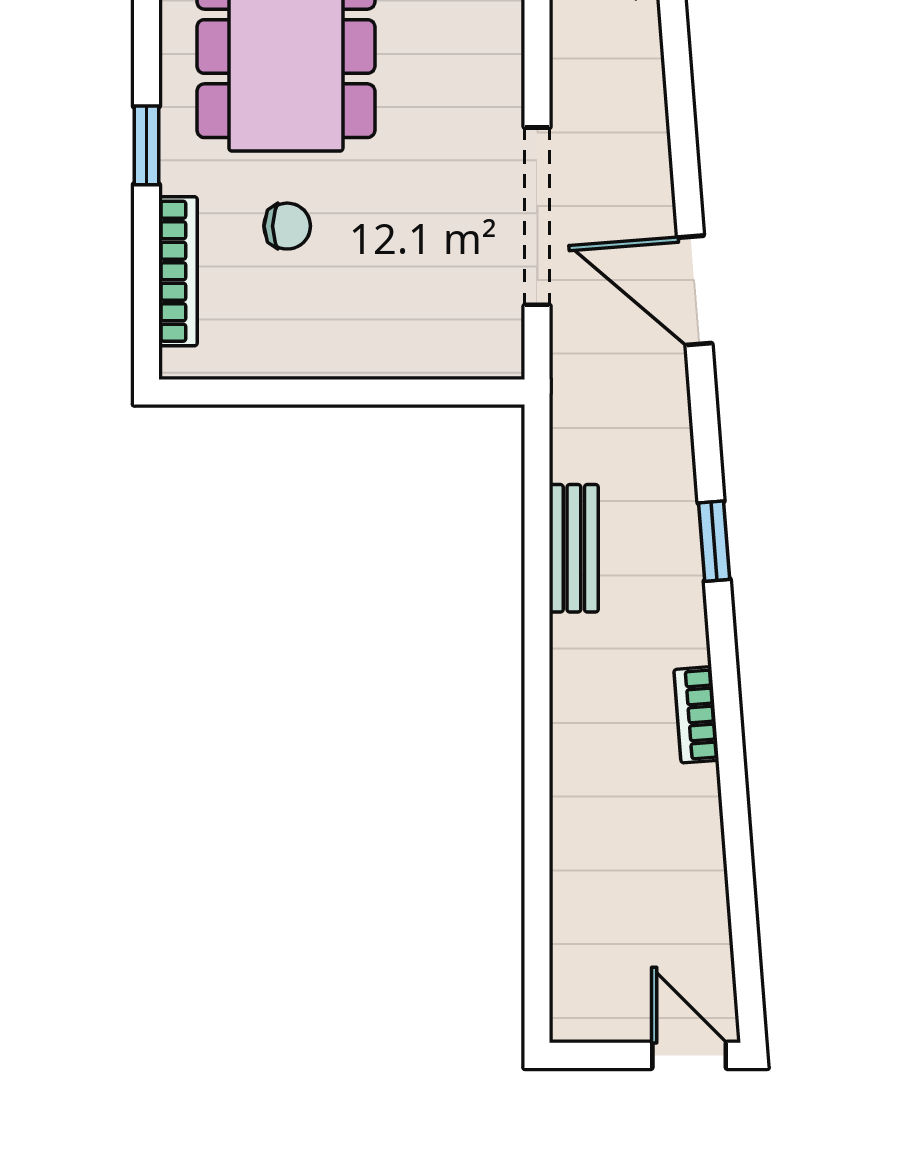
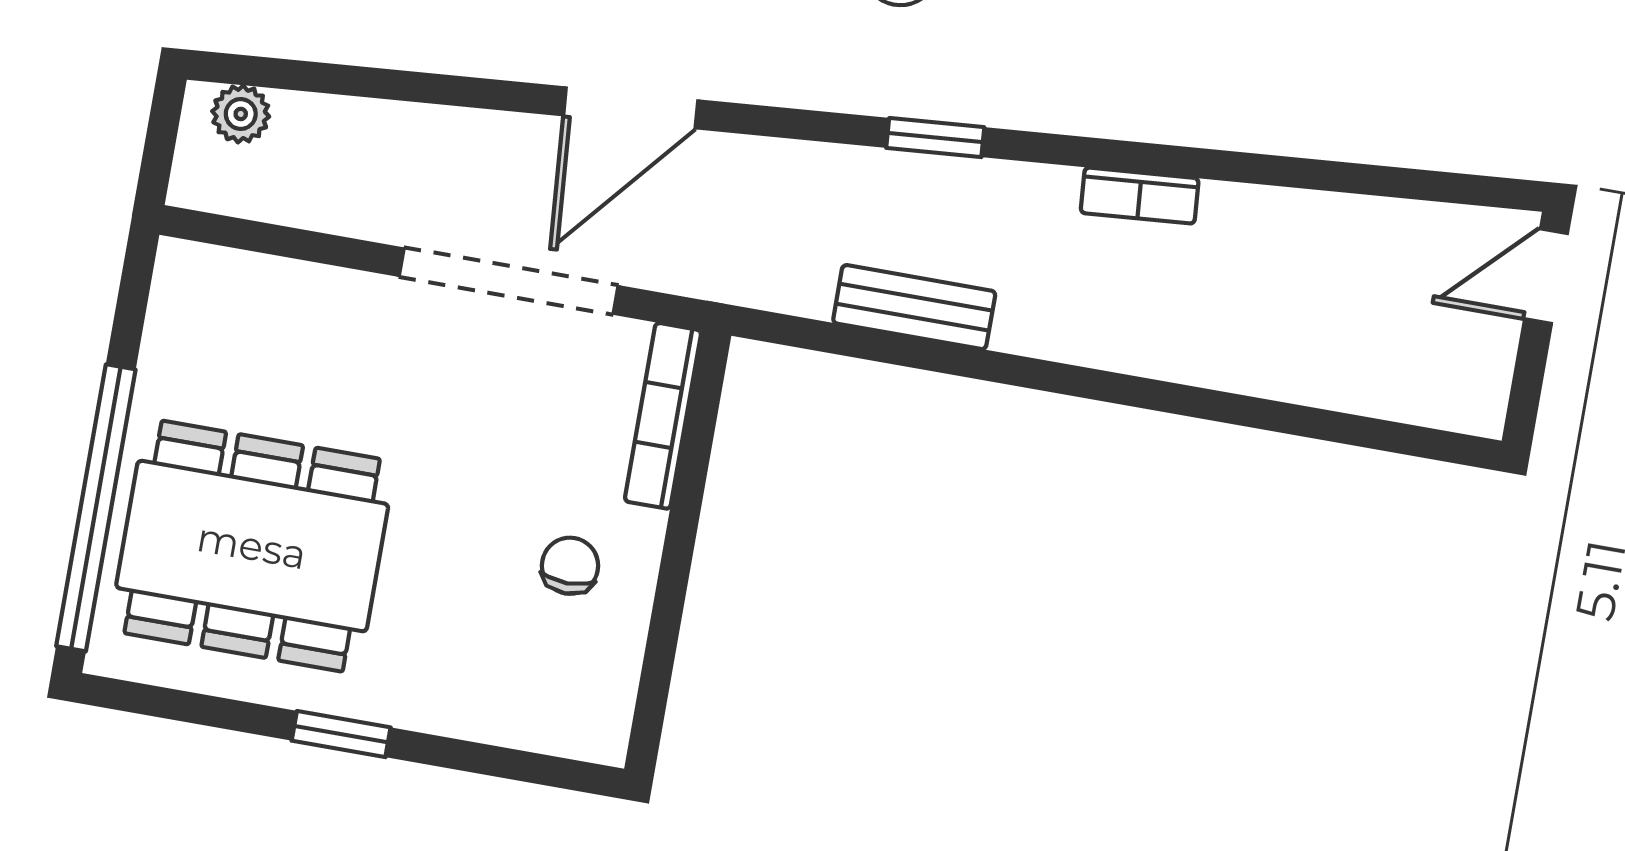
chair: (287, 226) -> (570, 566), moved
bookcase: (178, 271) -> (663, 416), moved, turned -90

